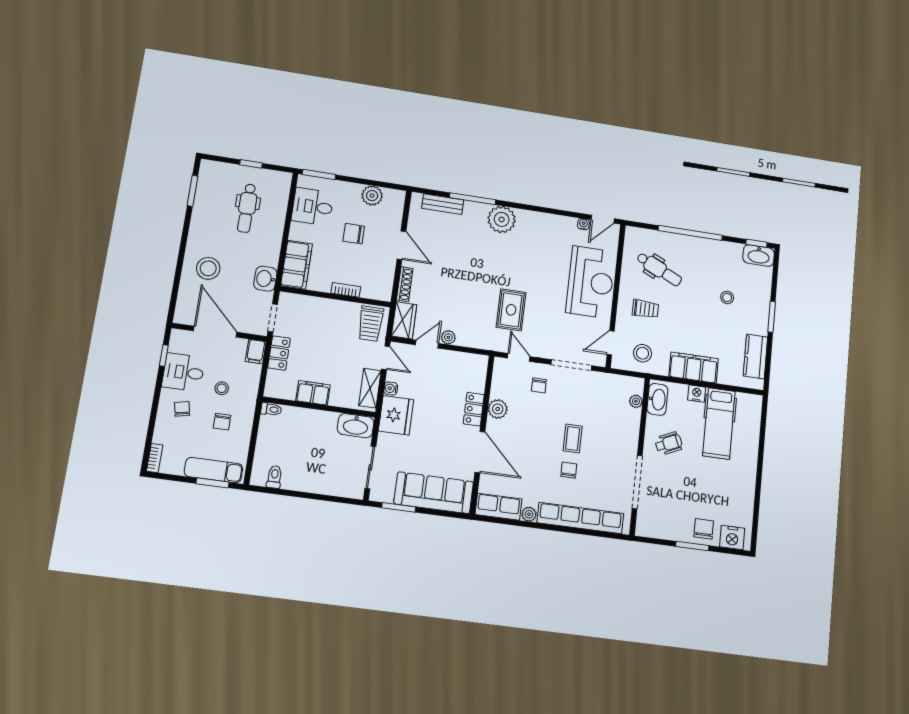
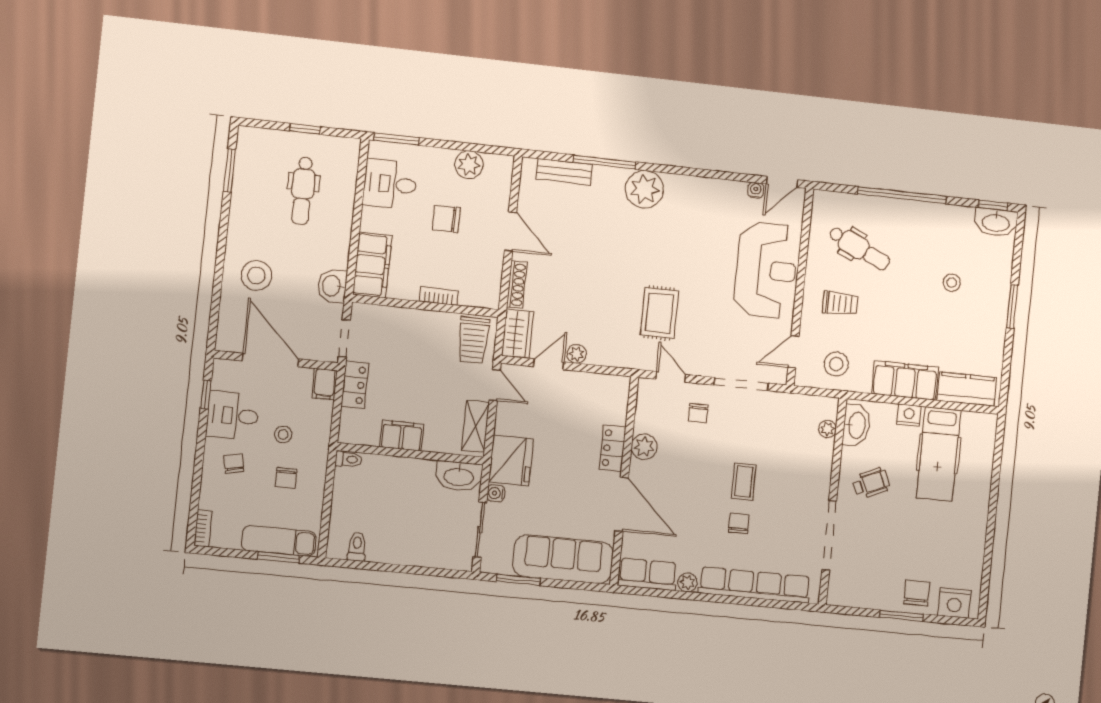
kitchen counter: (755, 356) -> (967, 389), moved, turned 90
water cooler: (391, 388) -> (496, 493), moved

